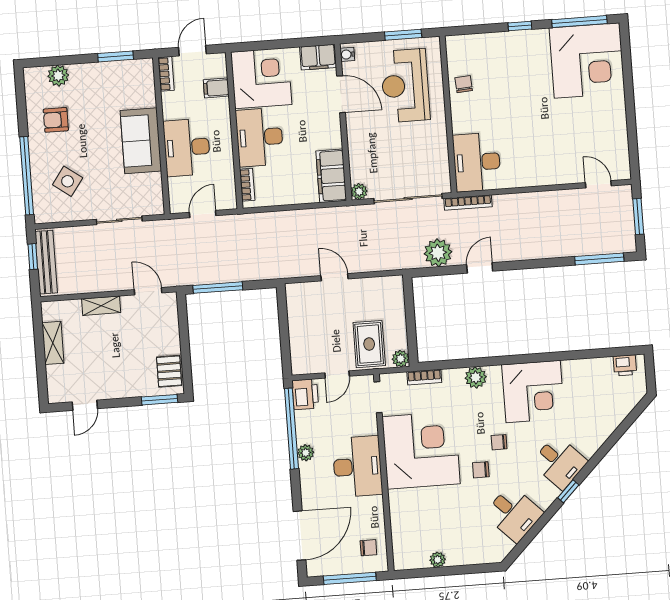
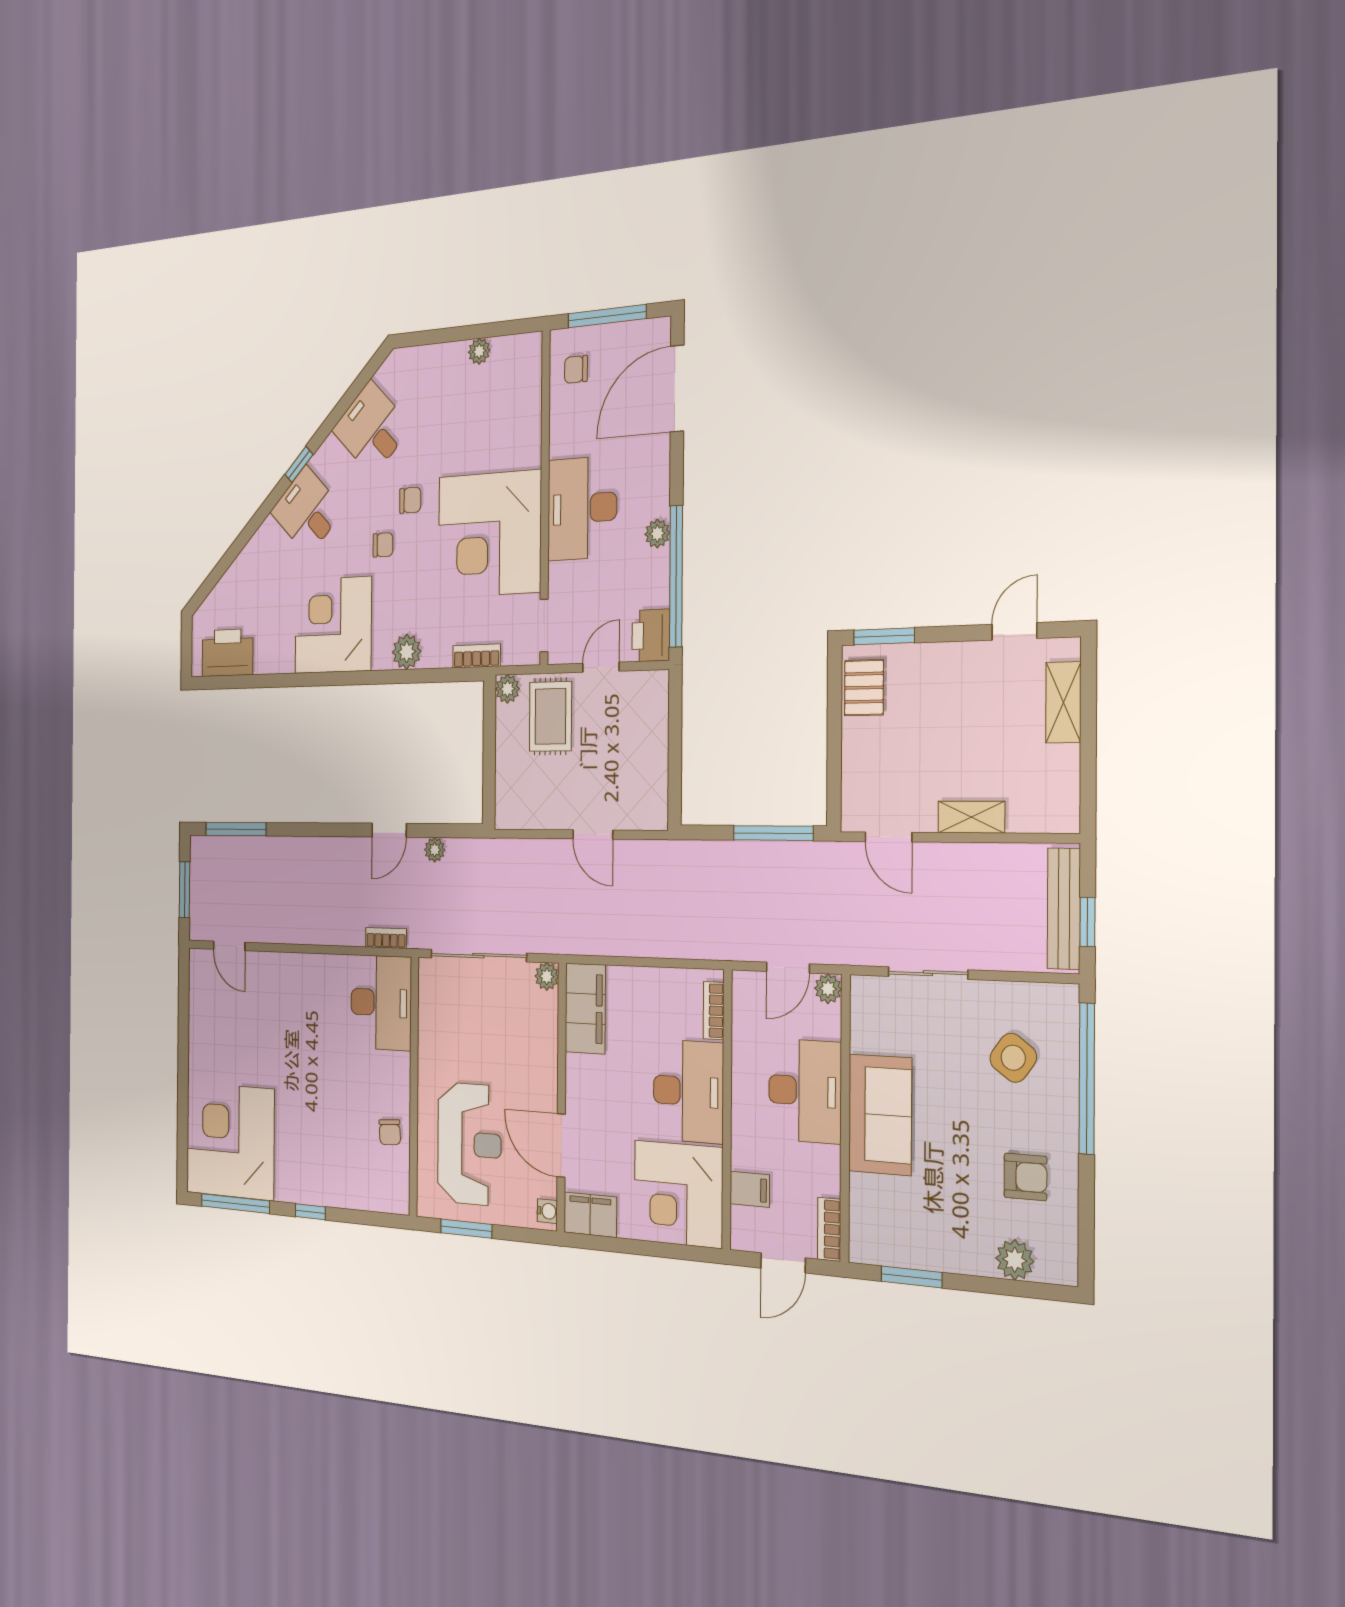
bookcase: (468, 203) -> (386, 938), width x0.64
plant: (177, 205) -> (828, 989), added
plant: (438, 253) -> (435, 850), width x0.53, depth x0.53
shelving: (53, 343) -> (1063, 702), moved
printer: (625, 365) -> (228, 653), width x1.87, depth x1.48

